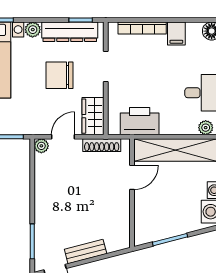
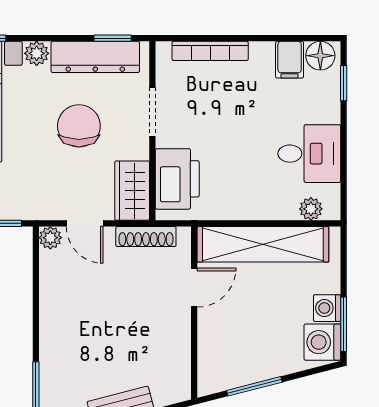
filing cabinet: (176, 34) -> (290, 60), moved
chair: (59, 75) -> (79, 126), turned 90
printer: (140, 121) -> (177, 179), moved, turned 90
door: (63, 137) -> (85, 223), swing flipped

